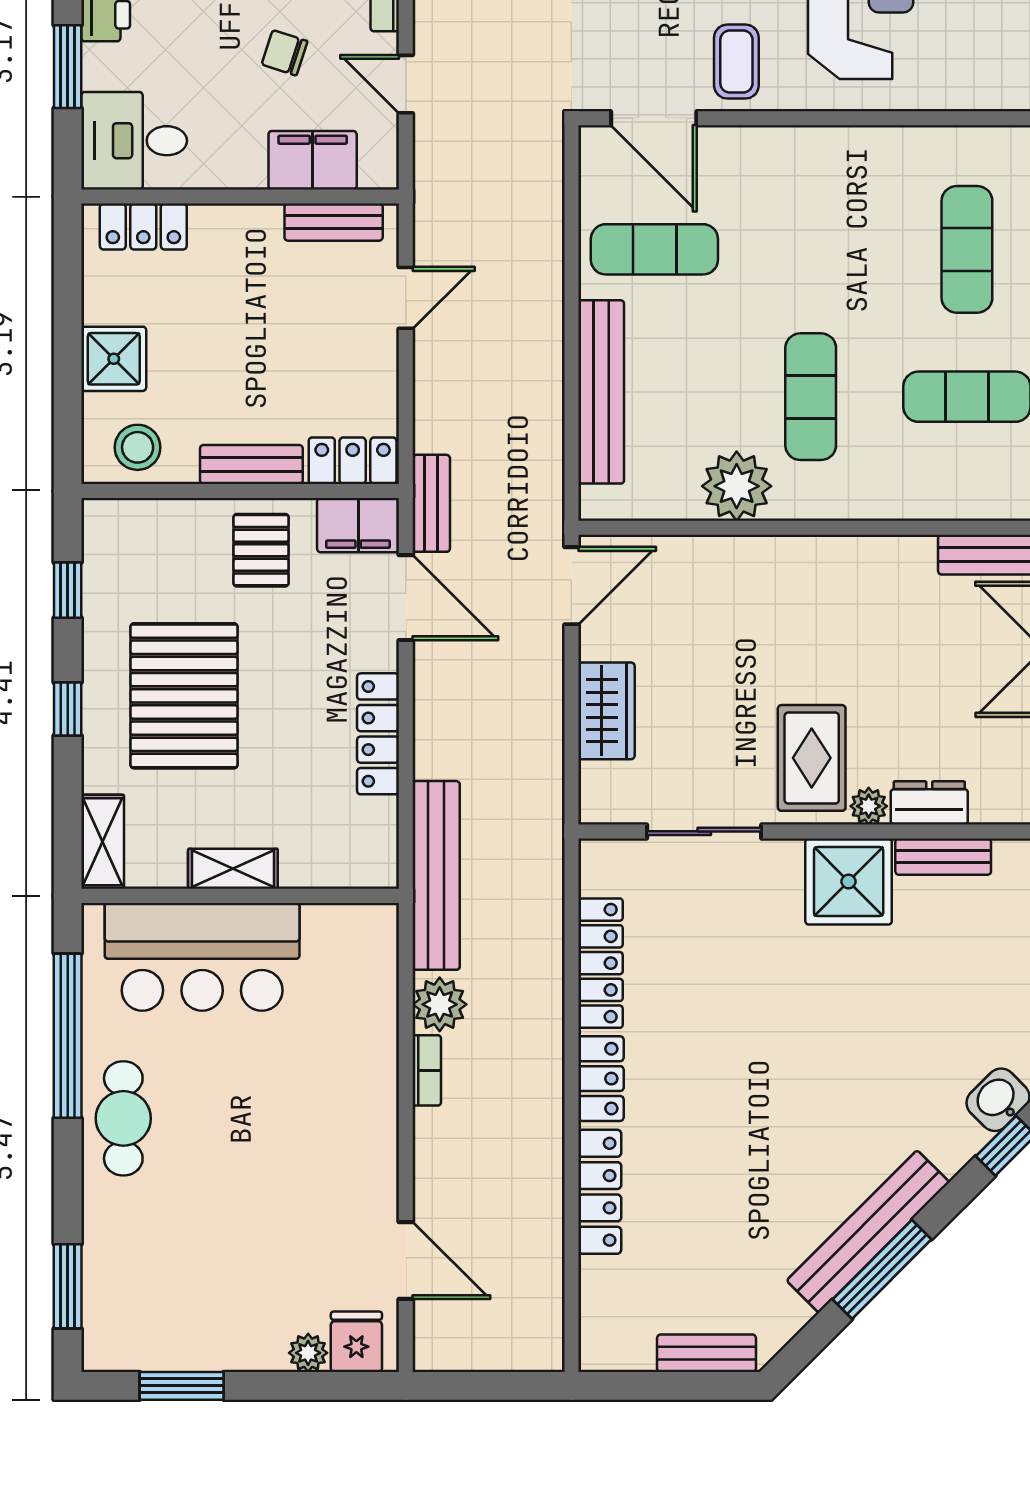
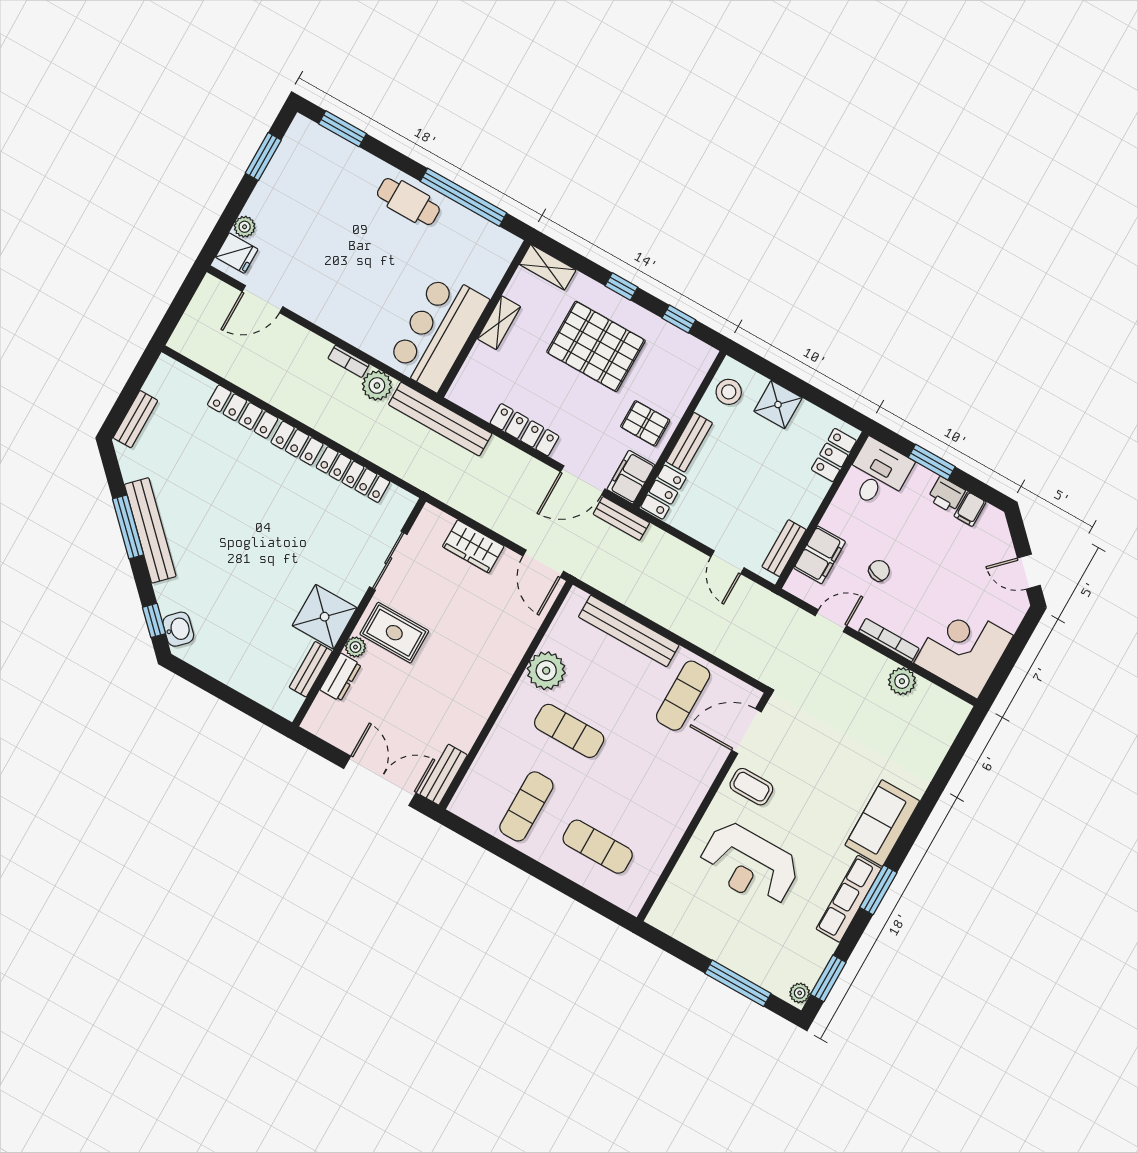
bar counter: (202, 957) -> (438, 332), moved

